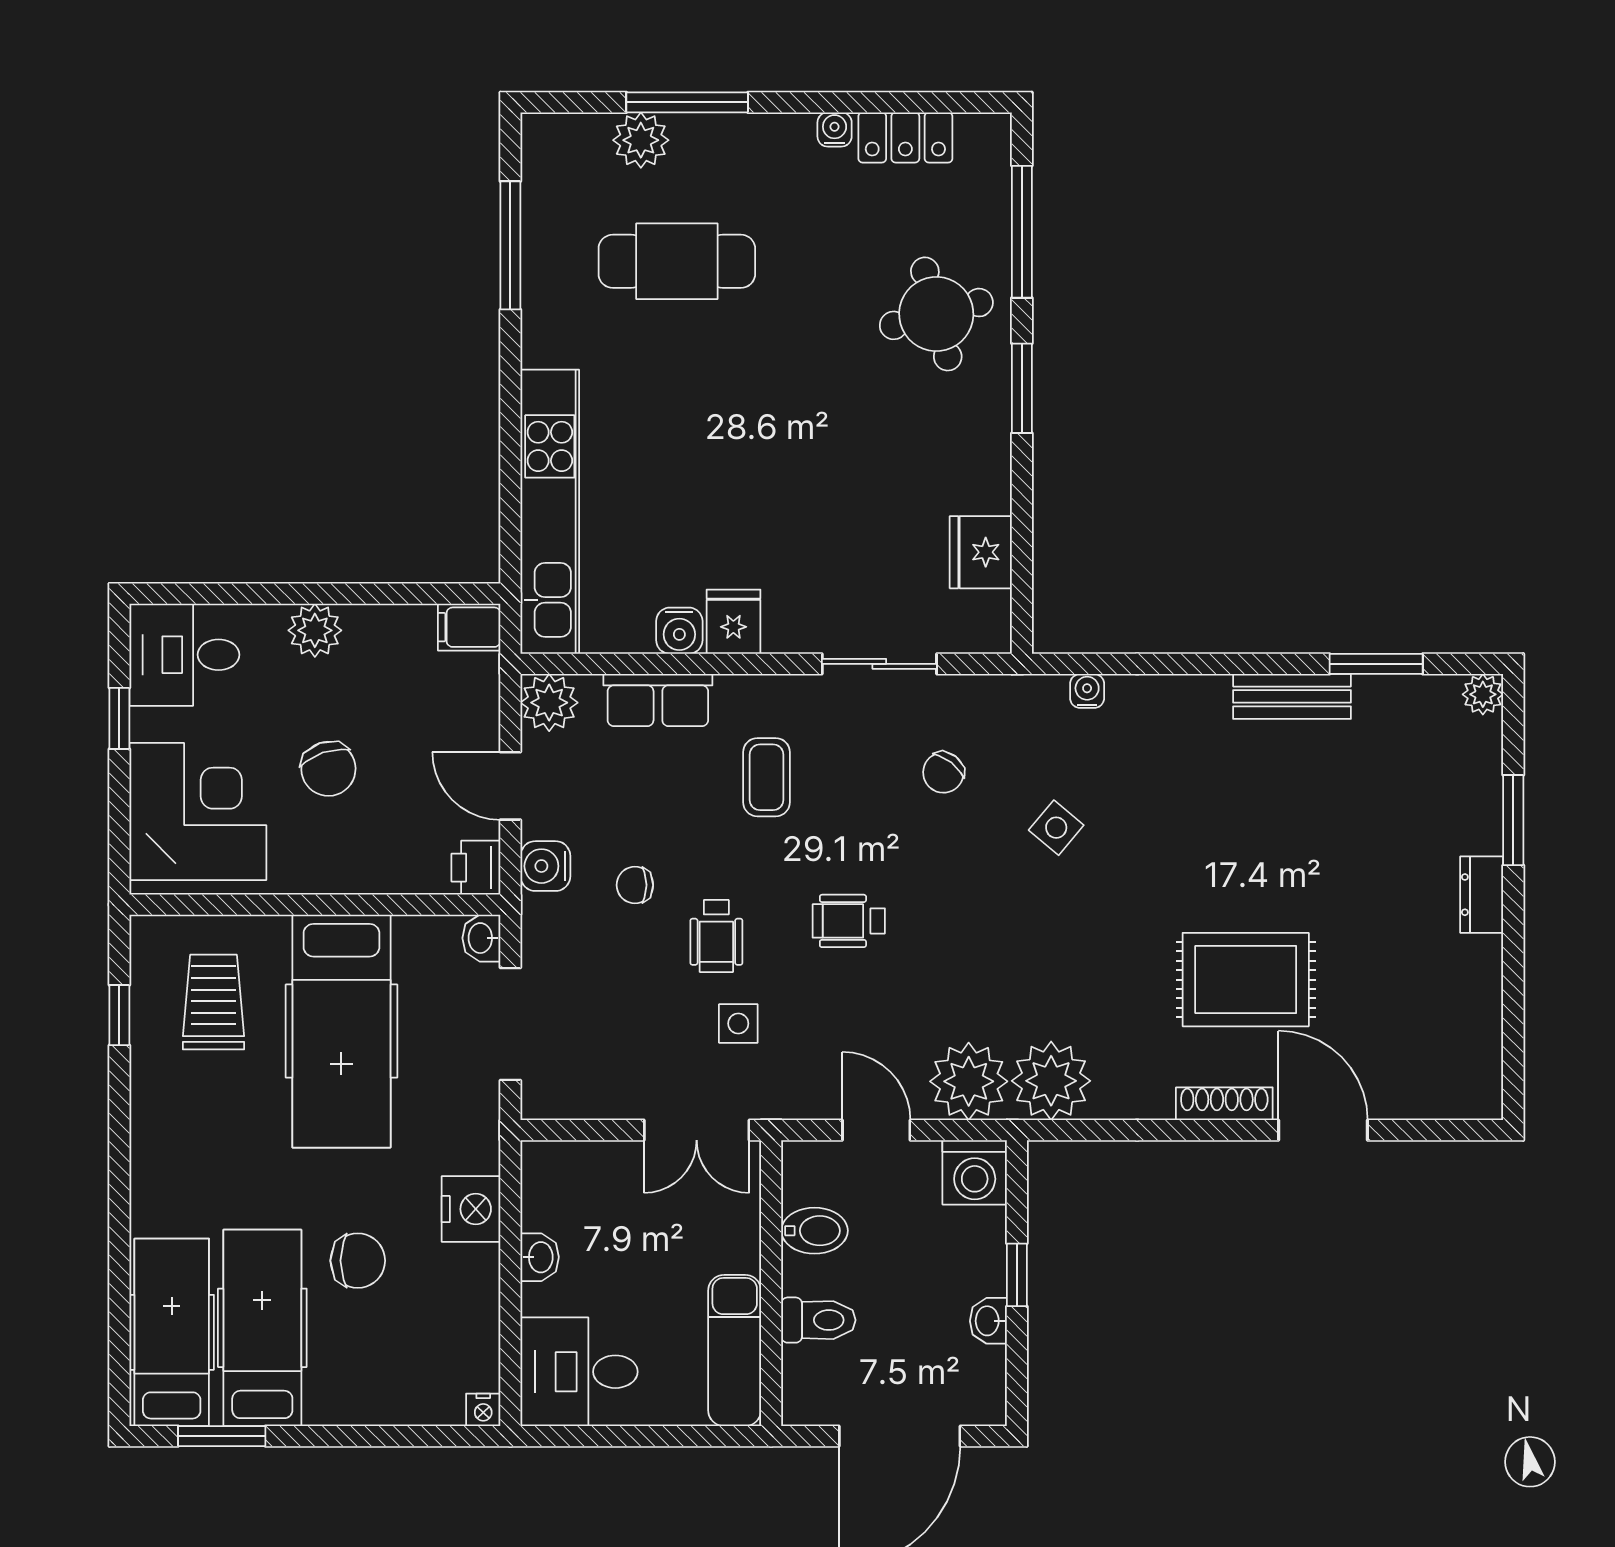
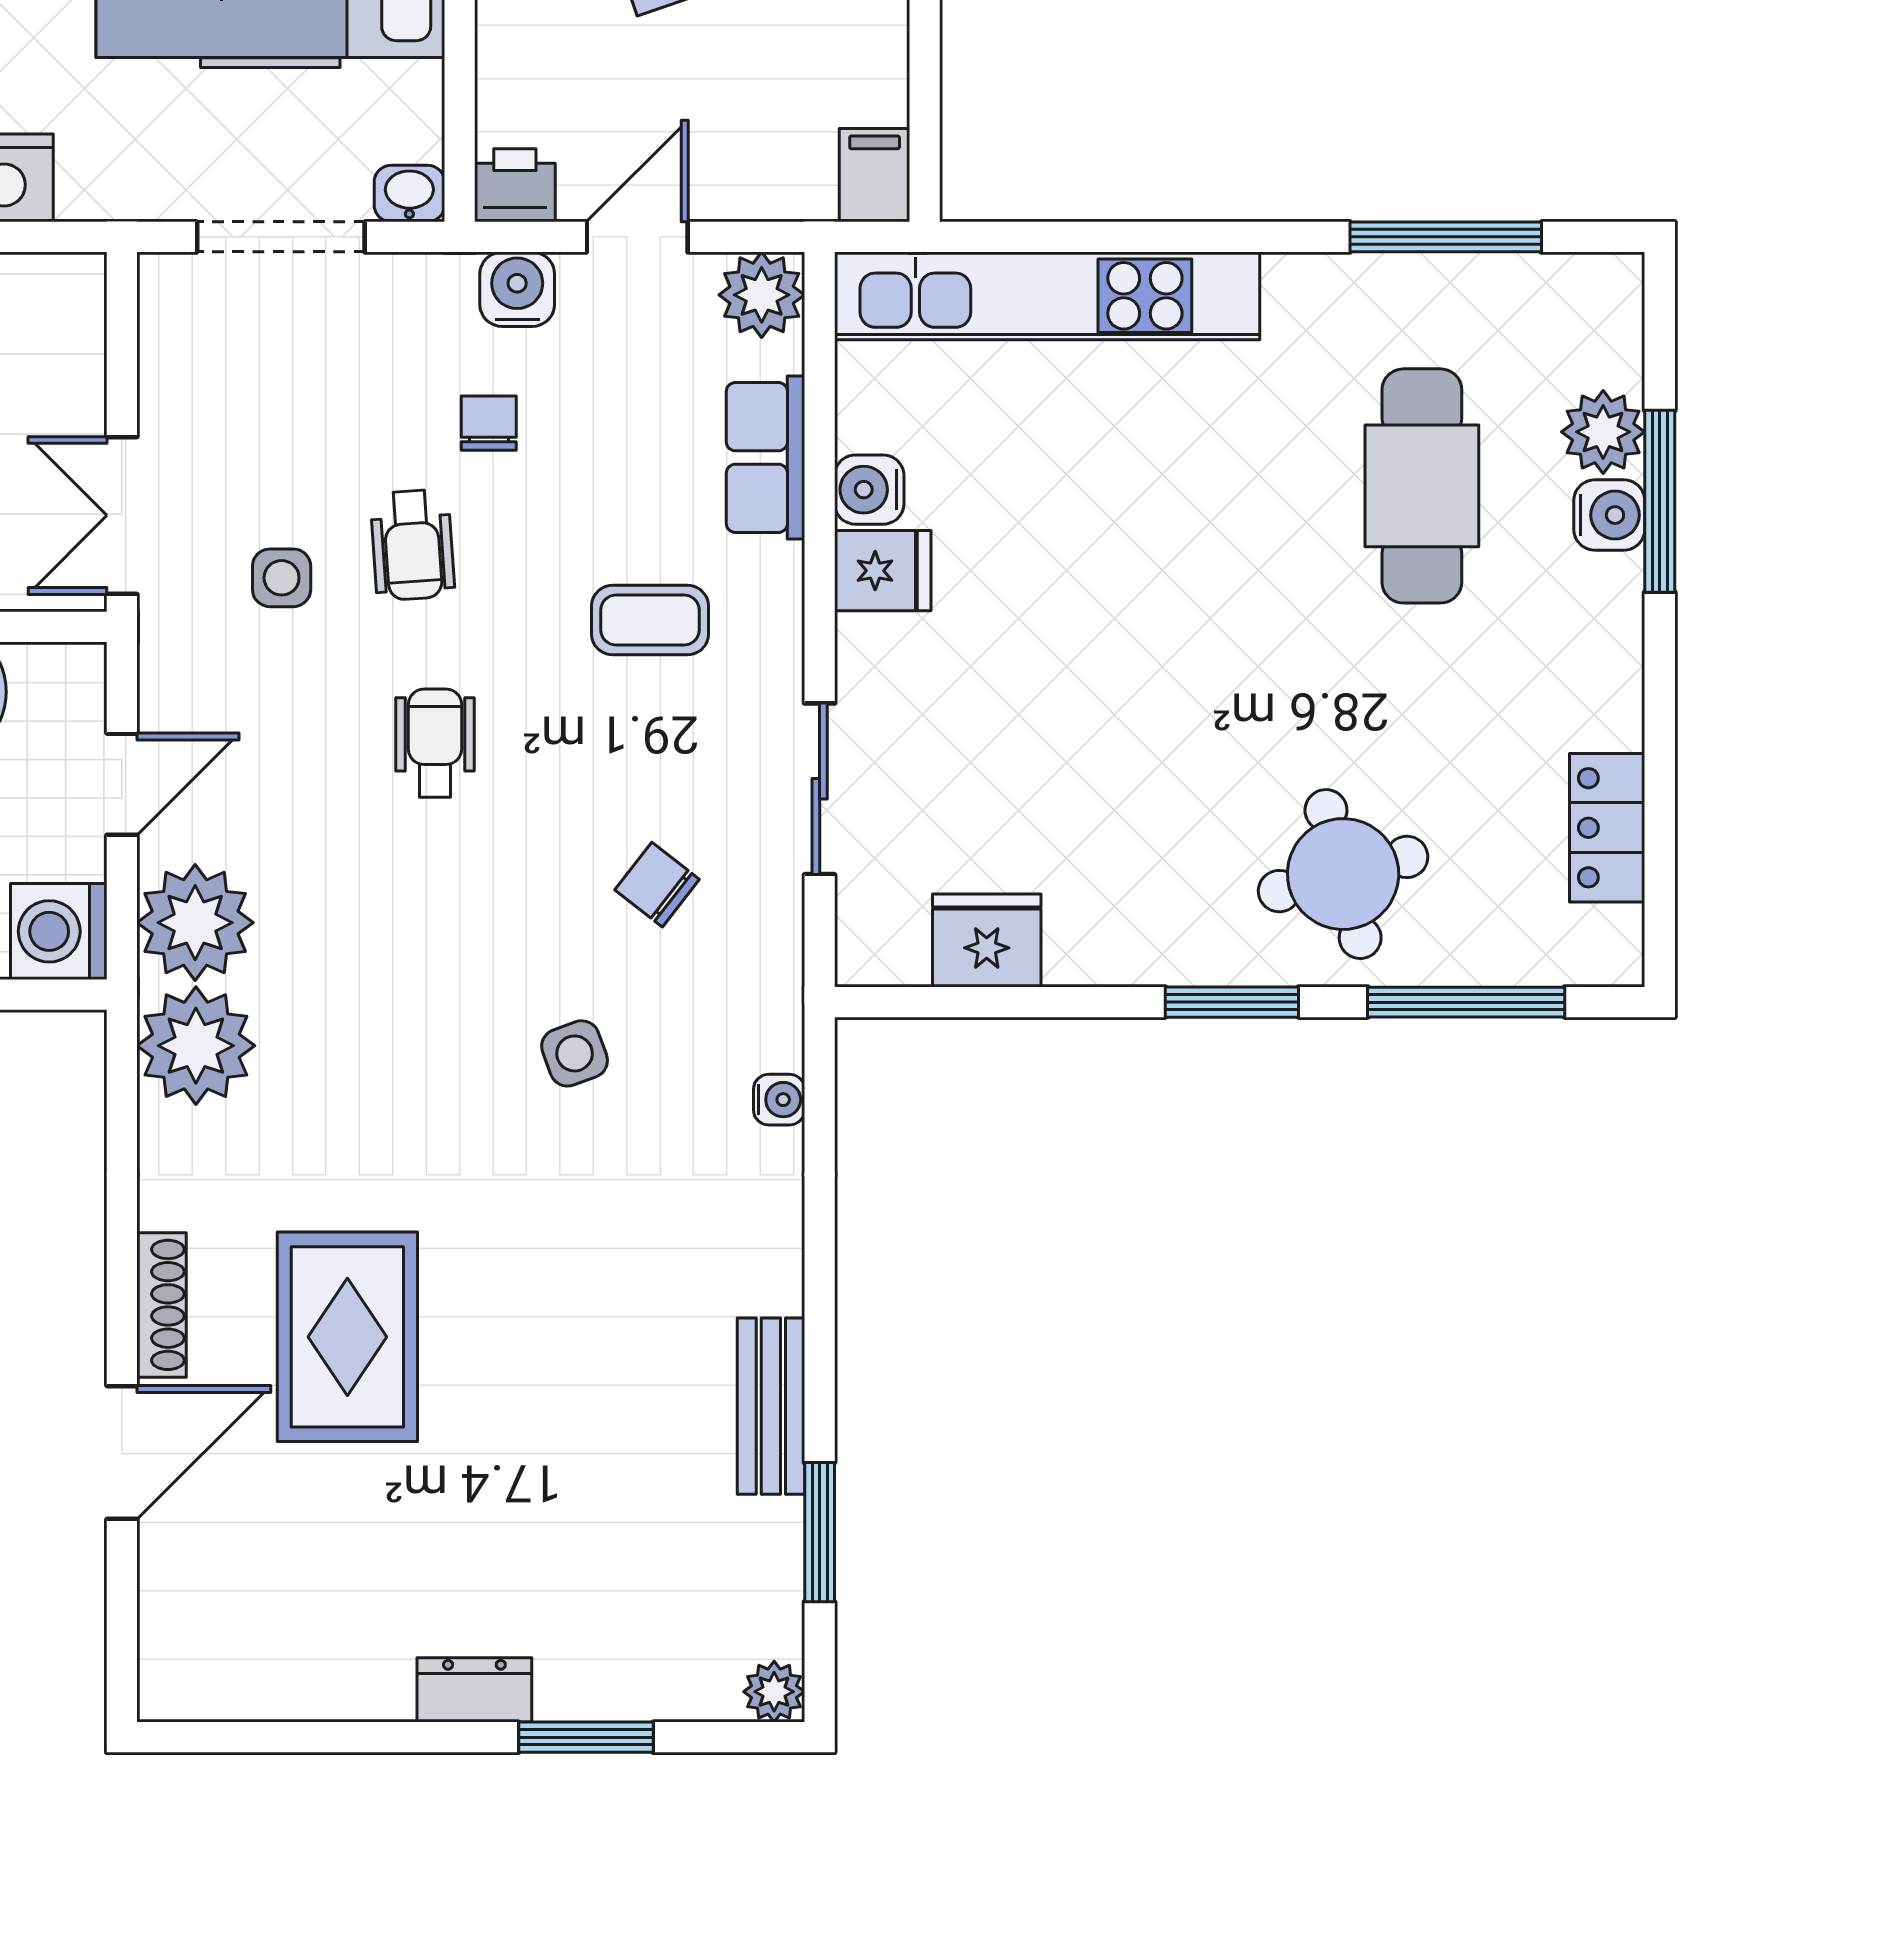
water cooler: (835, 129) -> (1609, 515), moved, width x1.38, depth x1.38
side table: (1056, 828) -> (575, 1053), turned 30
wheelchair: (716, 936) -> (412, 545), turned -94

